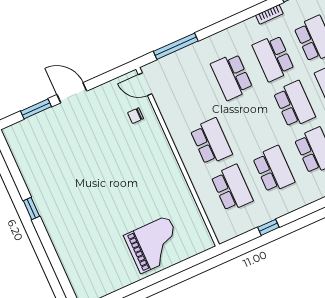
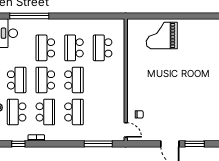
school desk: (211, 142) -> (74, 80), moved, turned 180
window: (268, 227) -> (92, 16), removed

